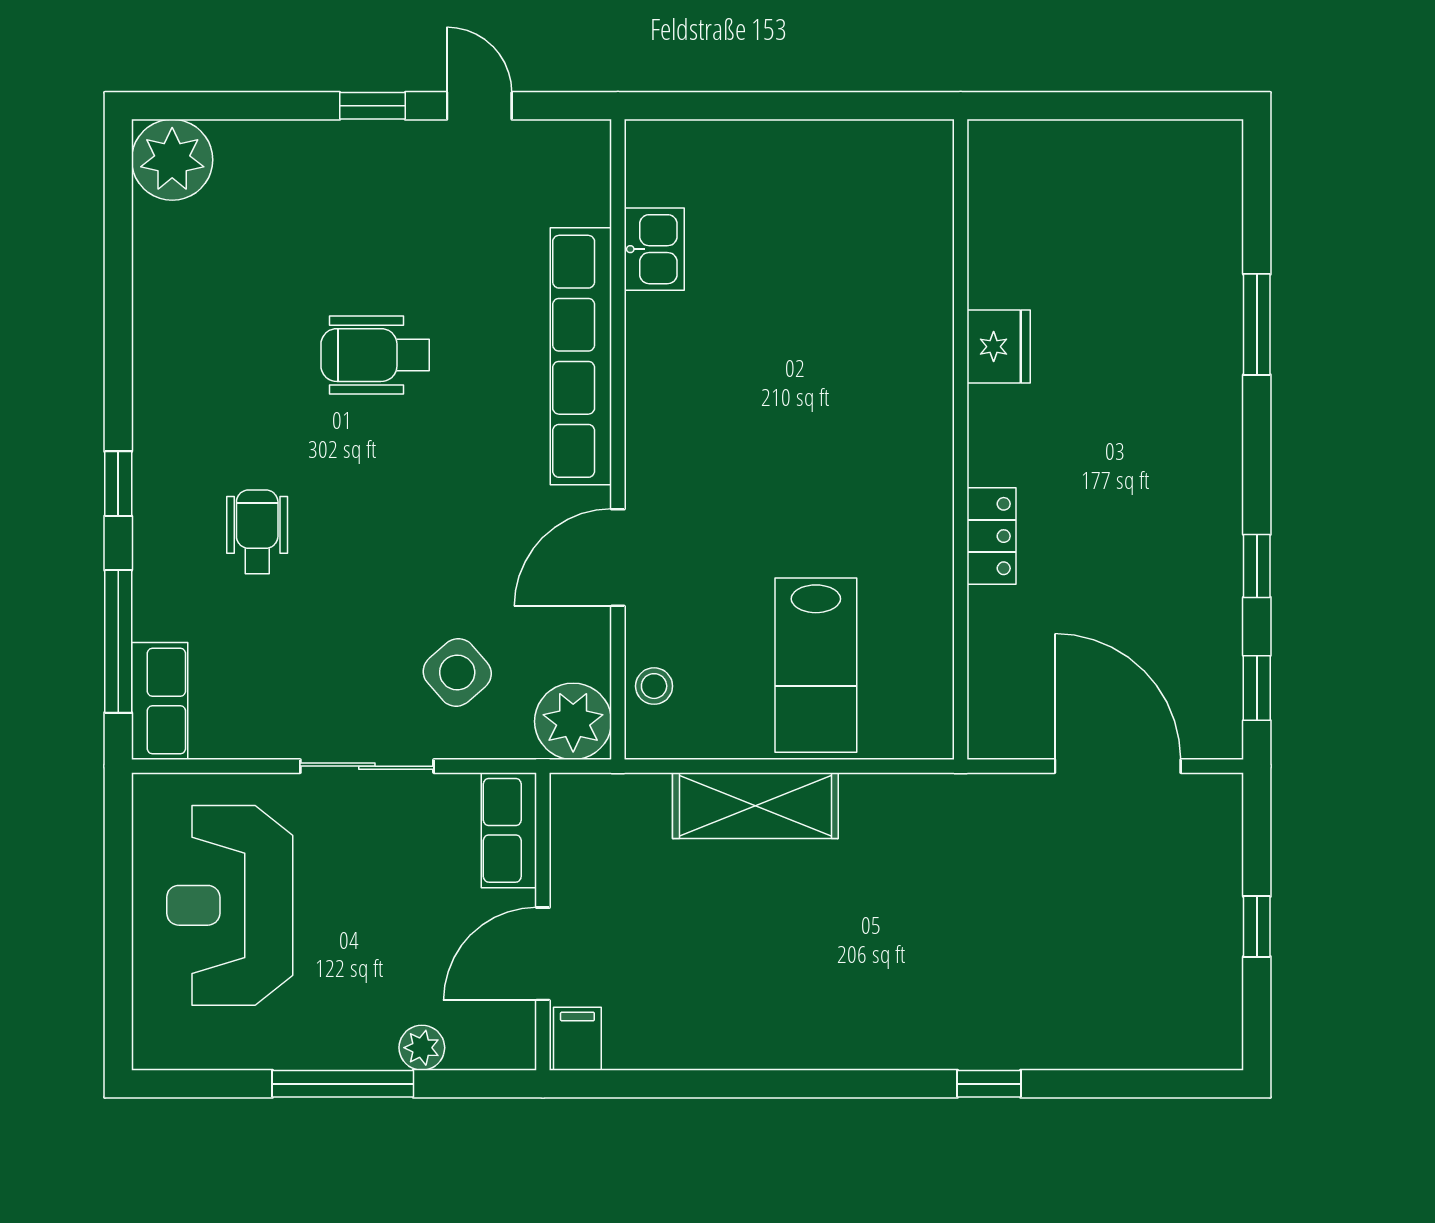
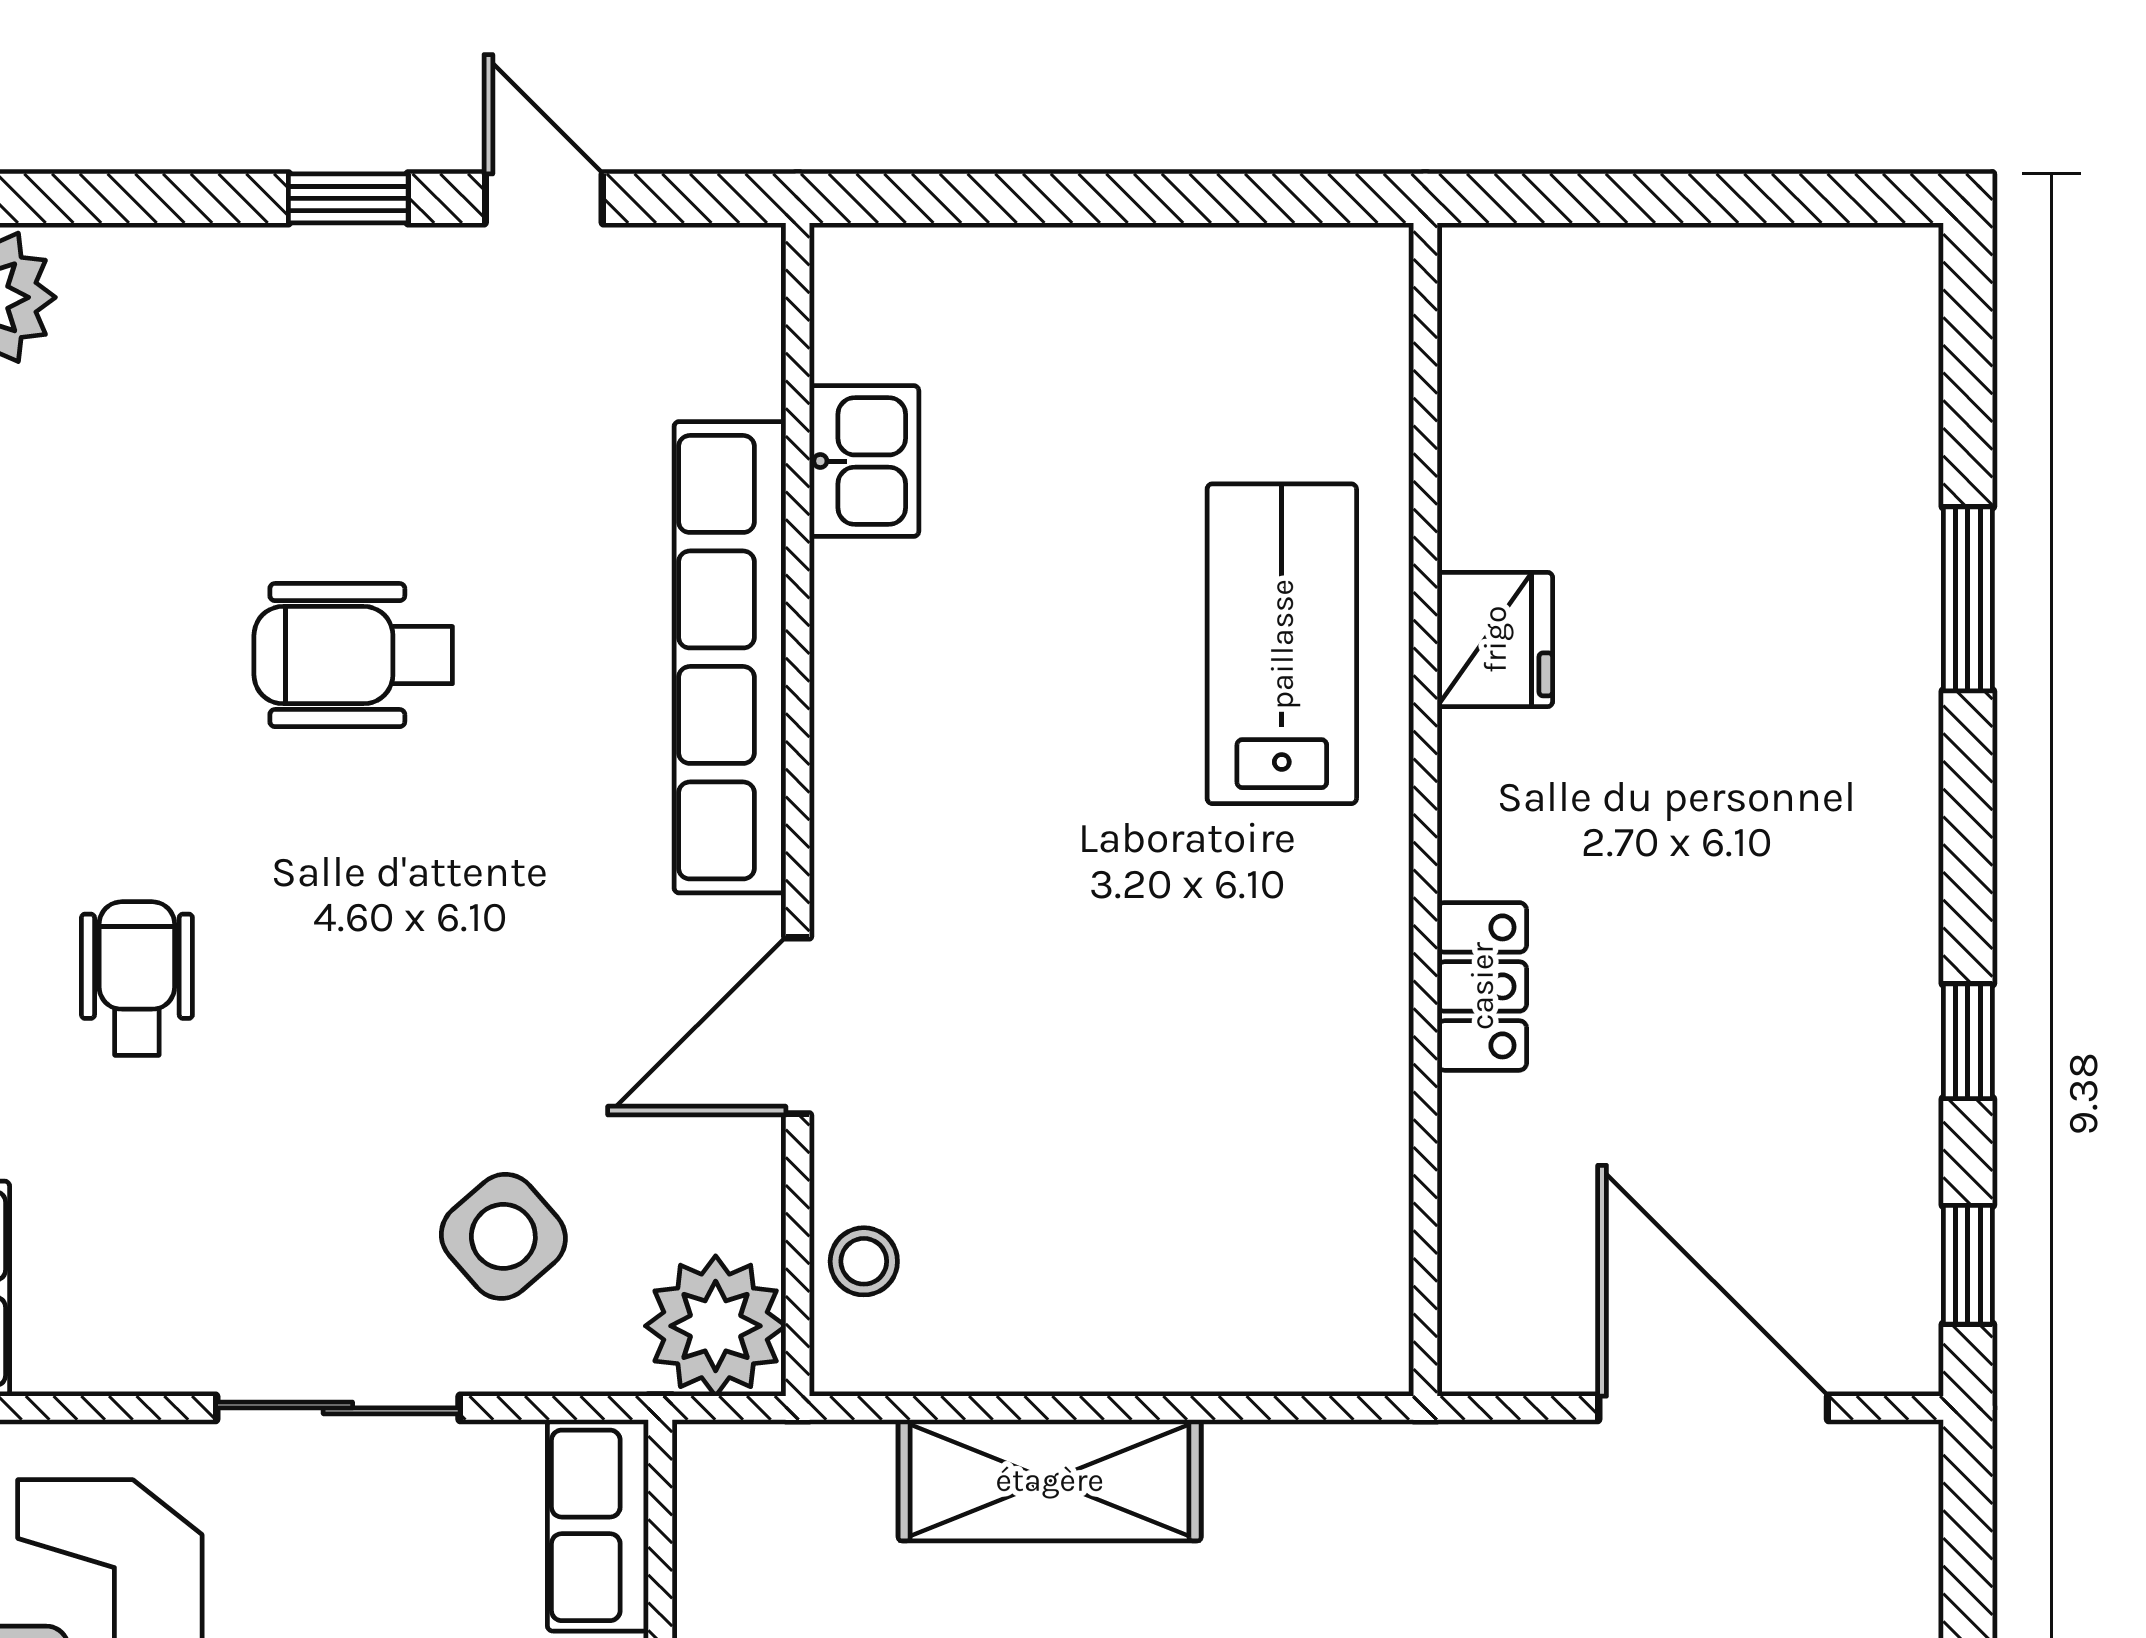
lab bench: (816, 665) -> (1282, 644), moved, turned 180

